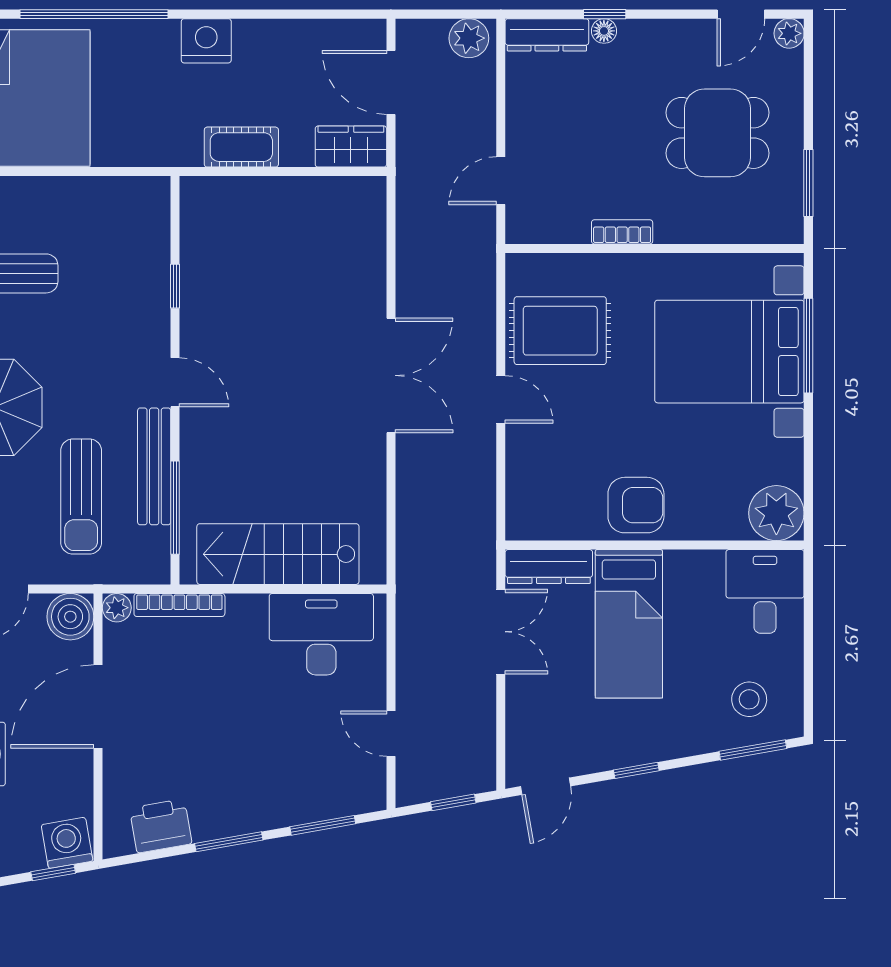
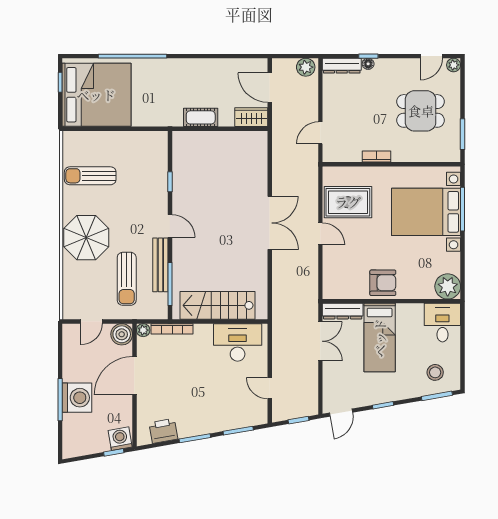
nightstand: (206, 41) -> (184, 68), removed

